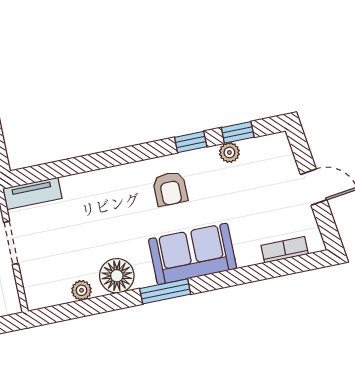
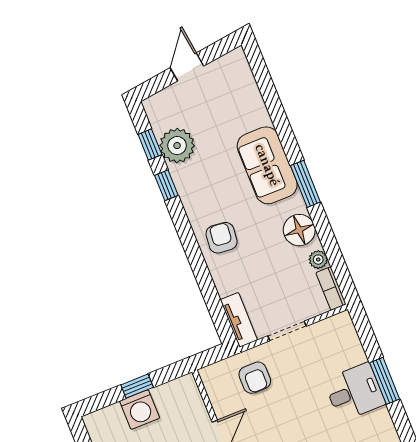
plant: (229, 152) -> (177, 146), width x1.87, depth x1.87
armchair: (170, 189) -> (222, 238), moved, turned -84
bookcase: (285, 250) -> (331, 289), moved

